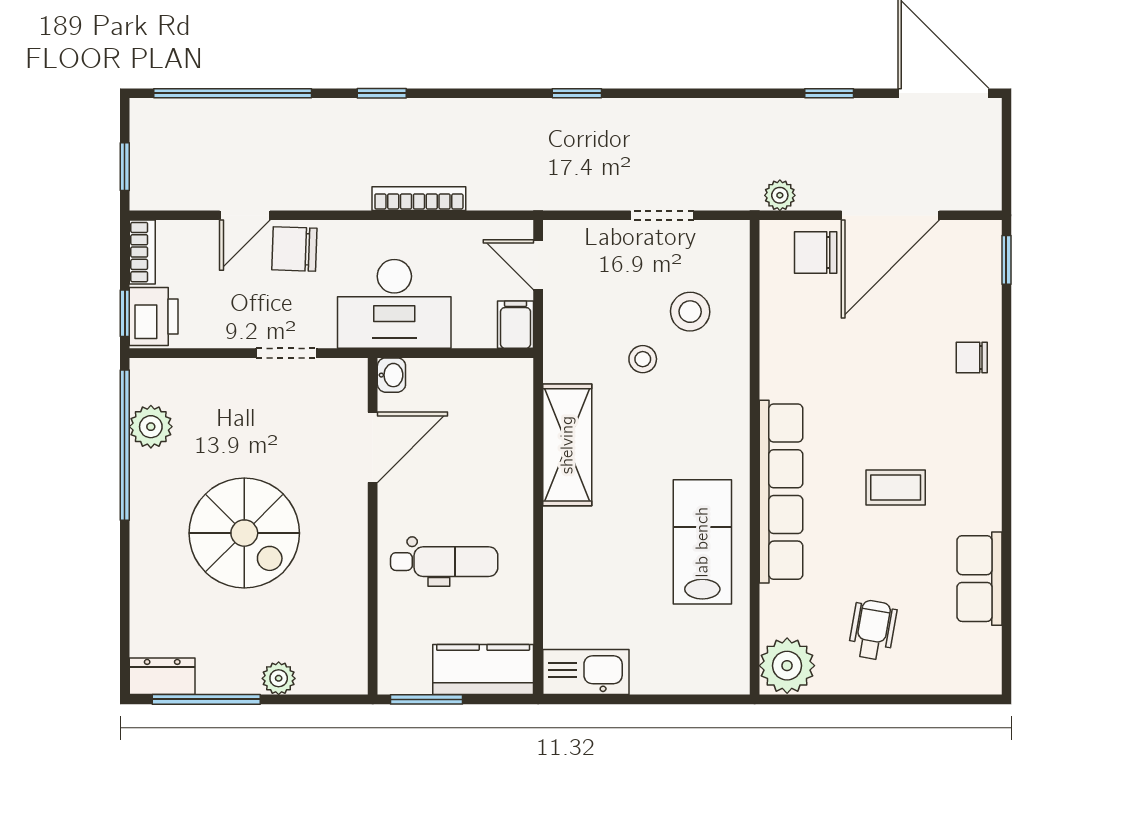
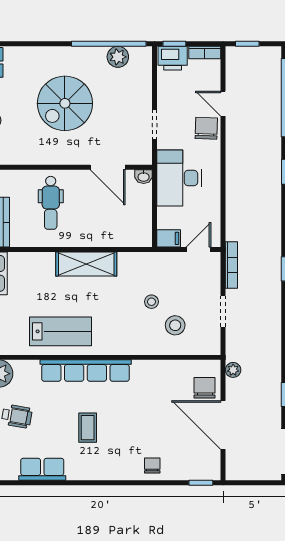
bookcase: (419, 199) -> (231, 265), moved
shelving: (567, 445) -> (86, 264), moved

